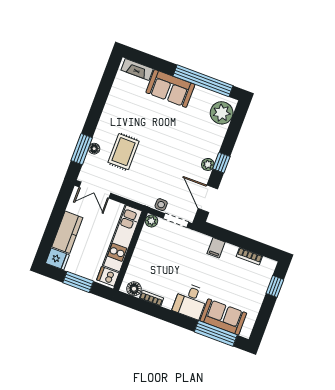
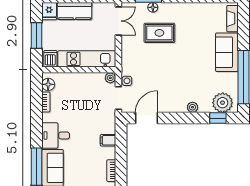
window: (221, 163) -> (218, 118), moved
plant: (208, 164) -> (193, 107), moved
double door: (95, 190) -> (118, 21), swing flipped

